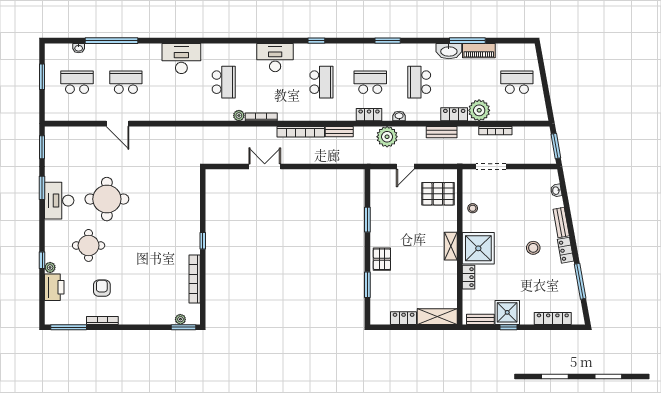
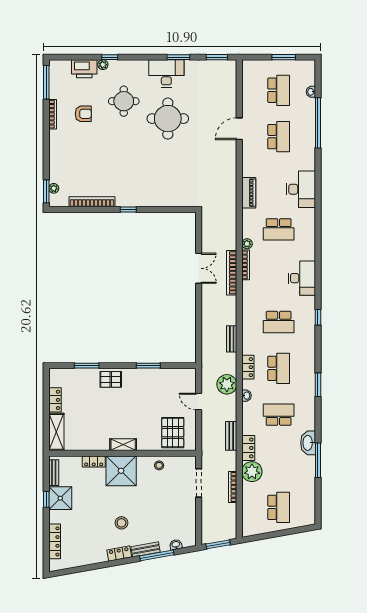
piano: (479, 51) -> (249, 193), moved, turned 180
bookcase: (301, 132) -> (232, 273), moved
window: (580, 281) -> (157, 555), moved

